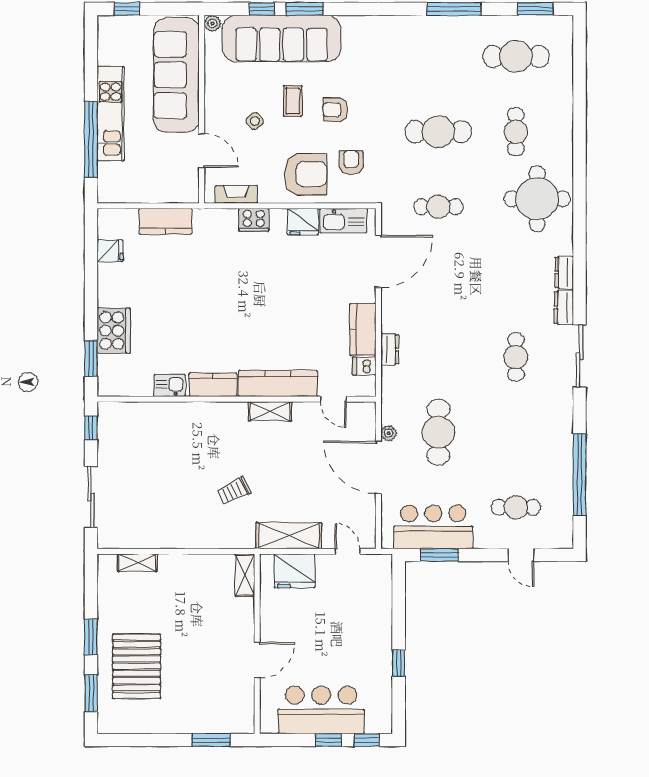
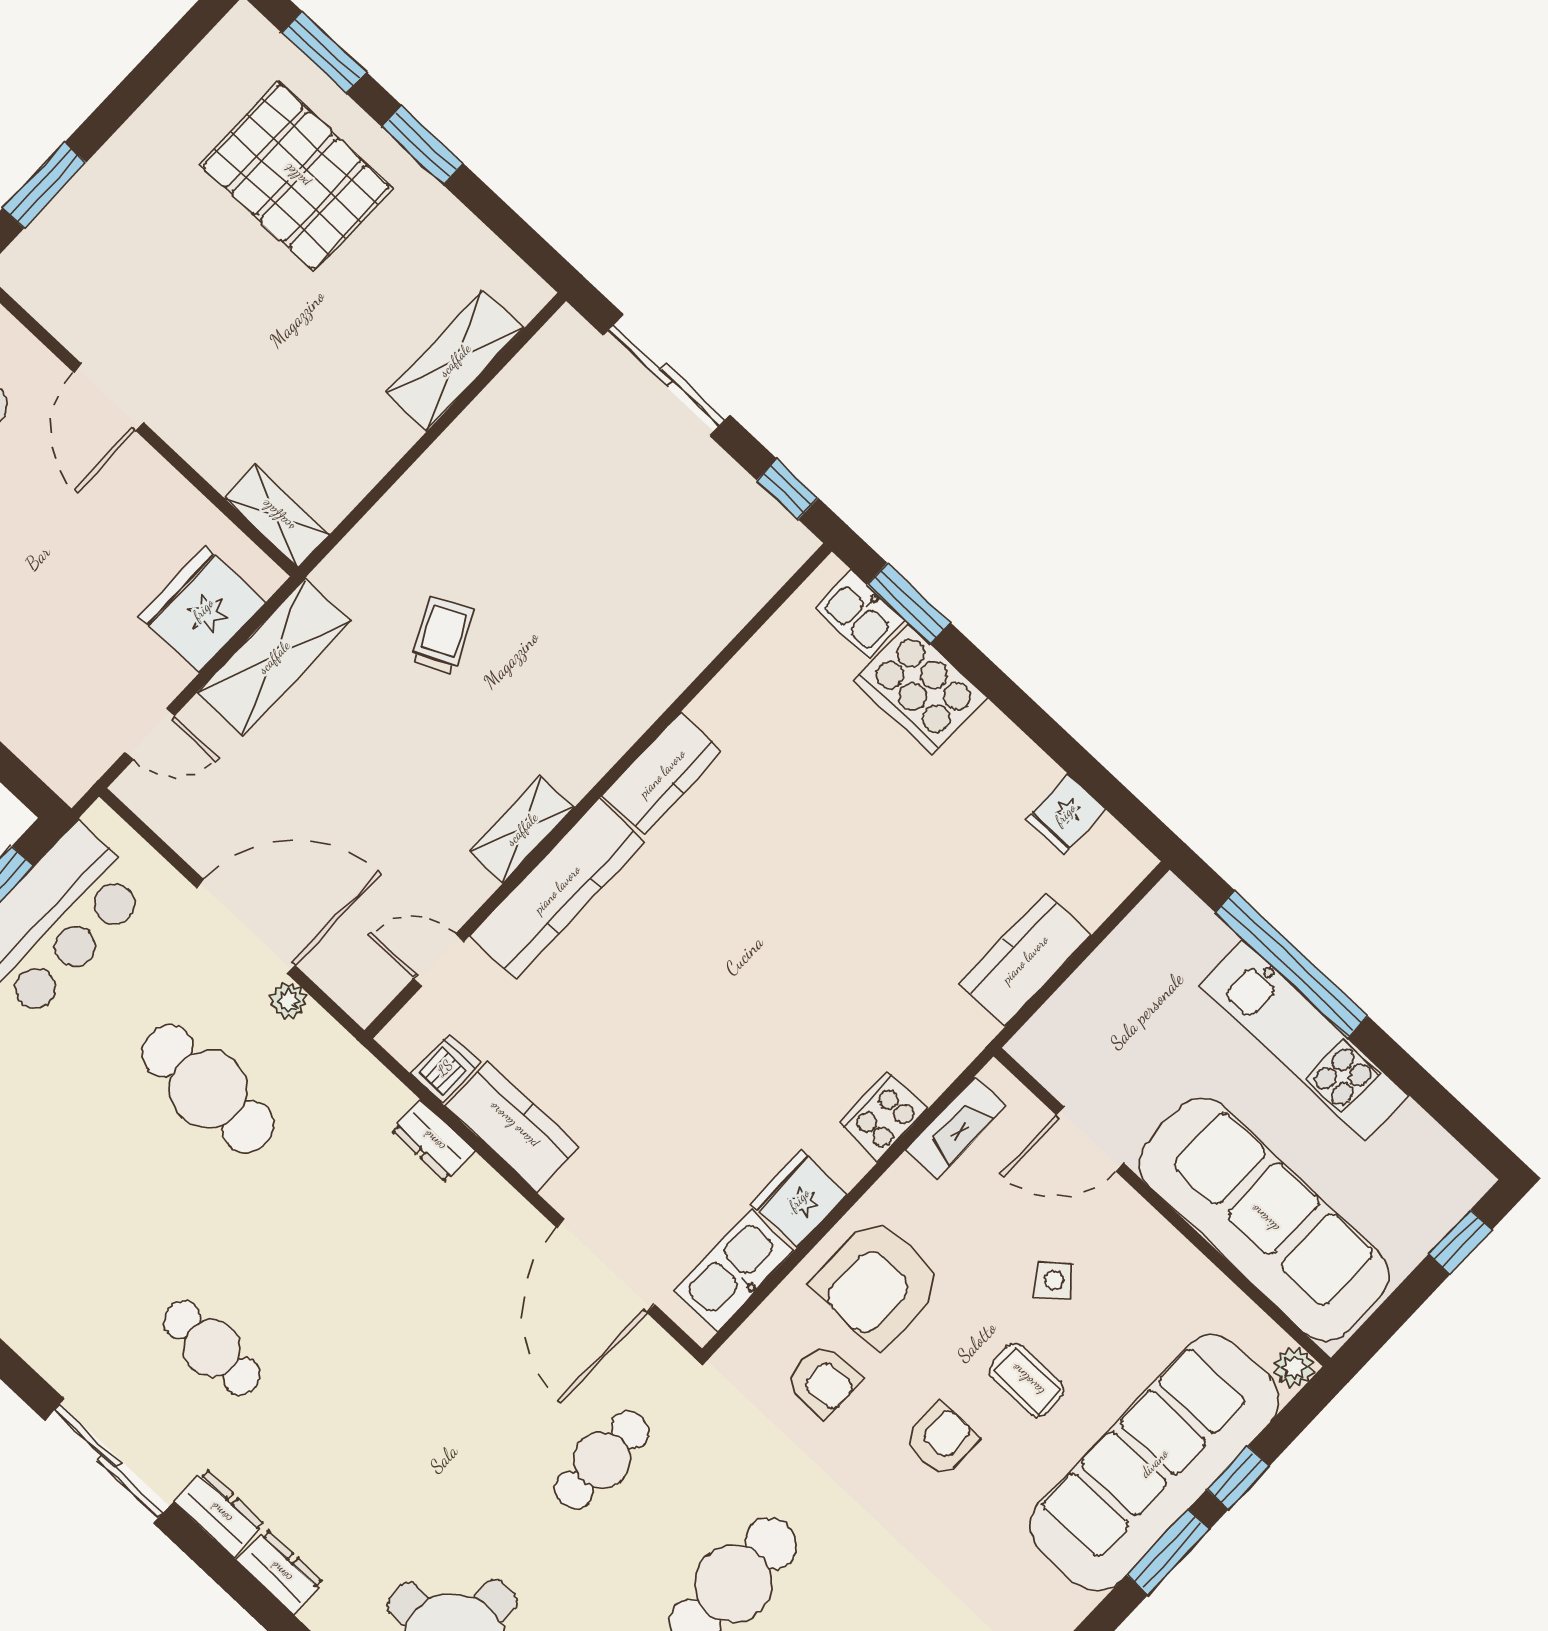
kitchen sink: (170, 385) -> (860, 614), moved, turned 90
shelving: (137, 563) -> (455, 360), width x1.50, depth x1.33

